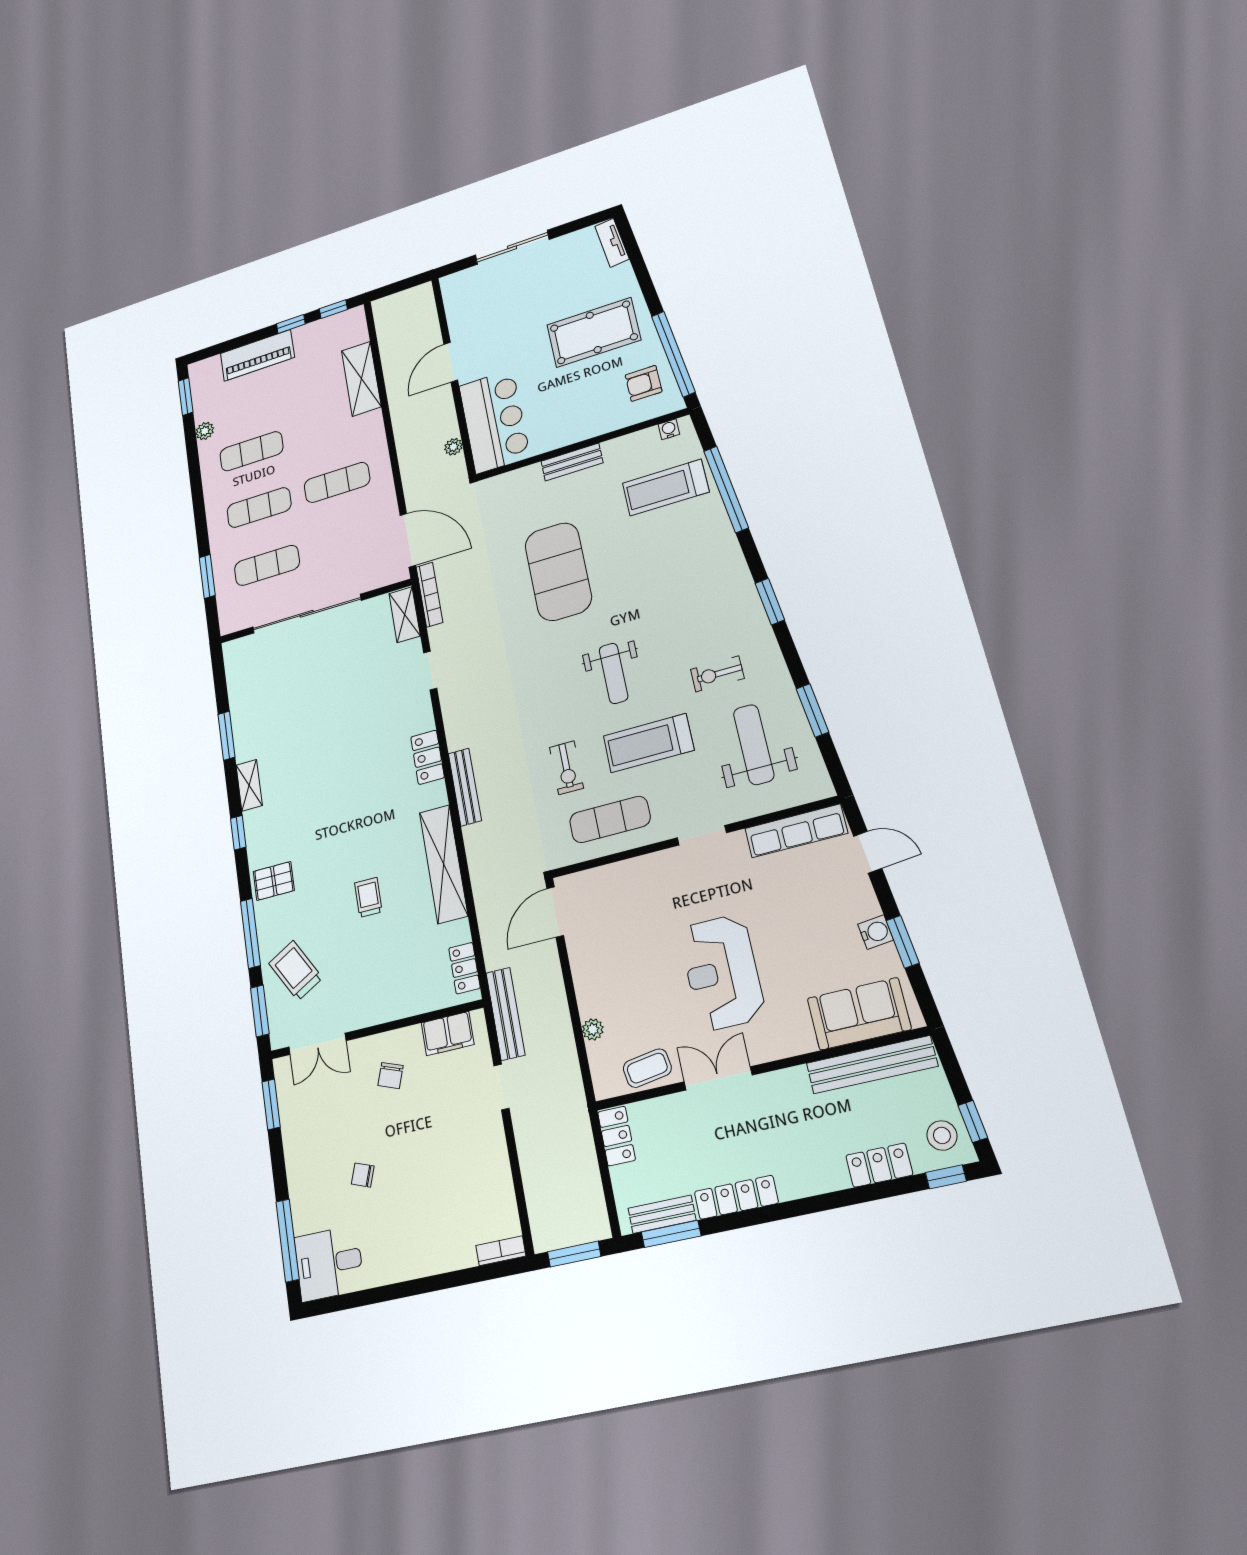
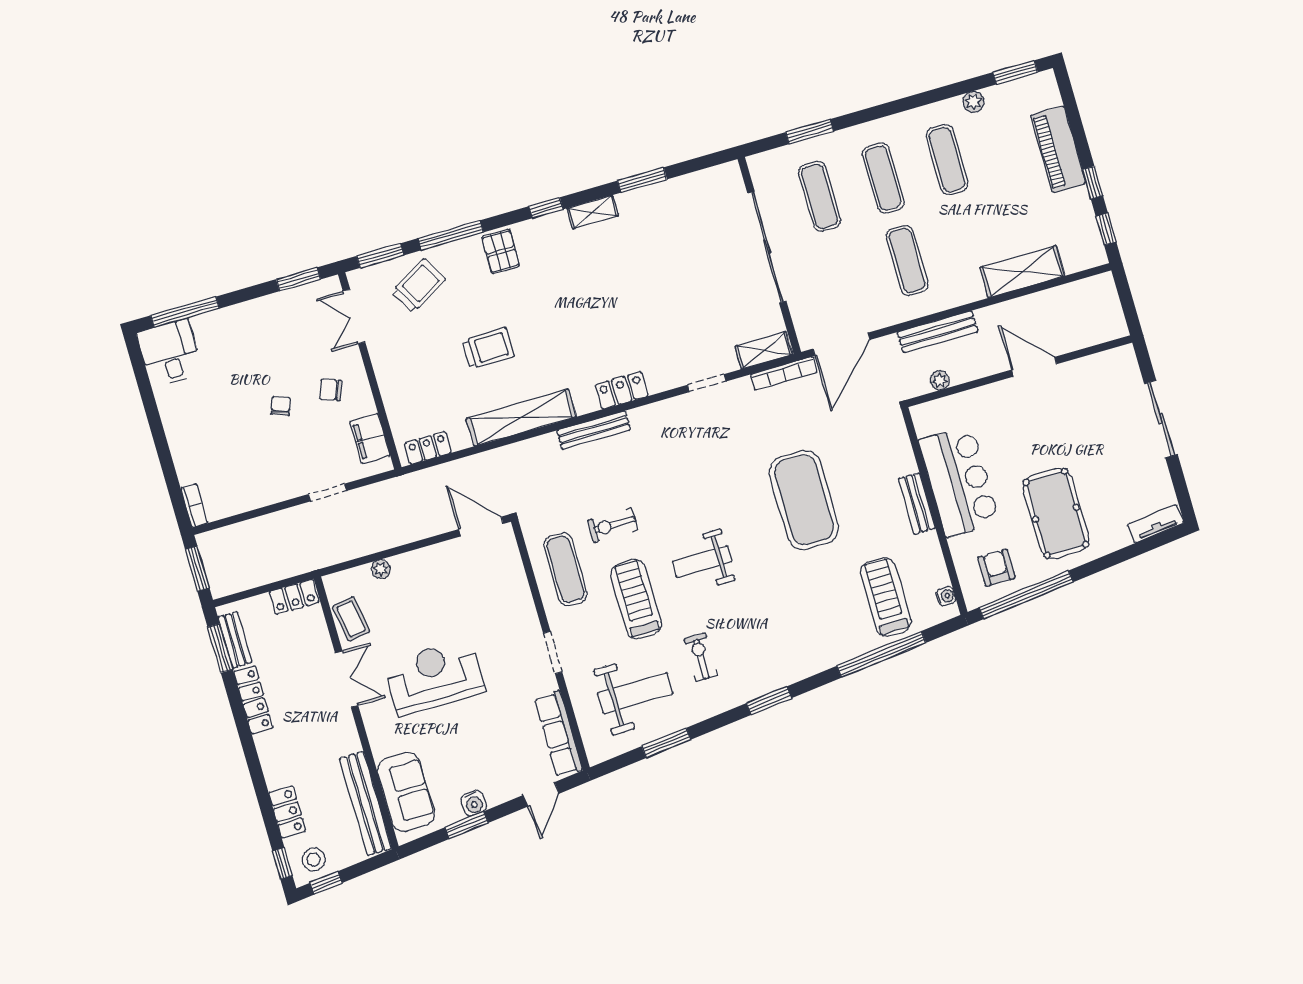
bar counter: (494, 421) -> (959, 481), moved, turned -90
exercise mat: (558, 571) -> (804, 500), turned 90
trolley: (368, 897) -> (488, 348), width x1.36, depth x1.39
bench: (505, 1014) -> (938, 332), moved
chair: (363, 1175) -> (281, 406), moved

